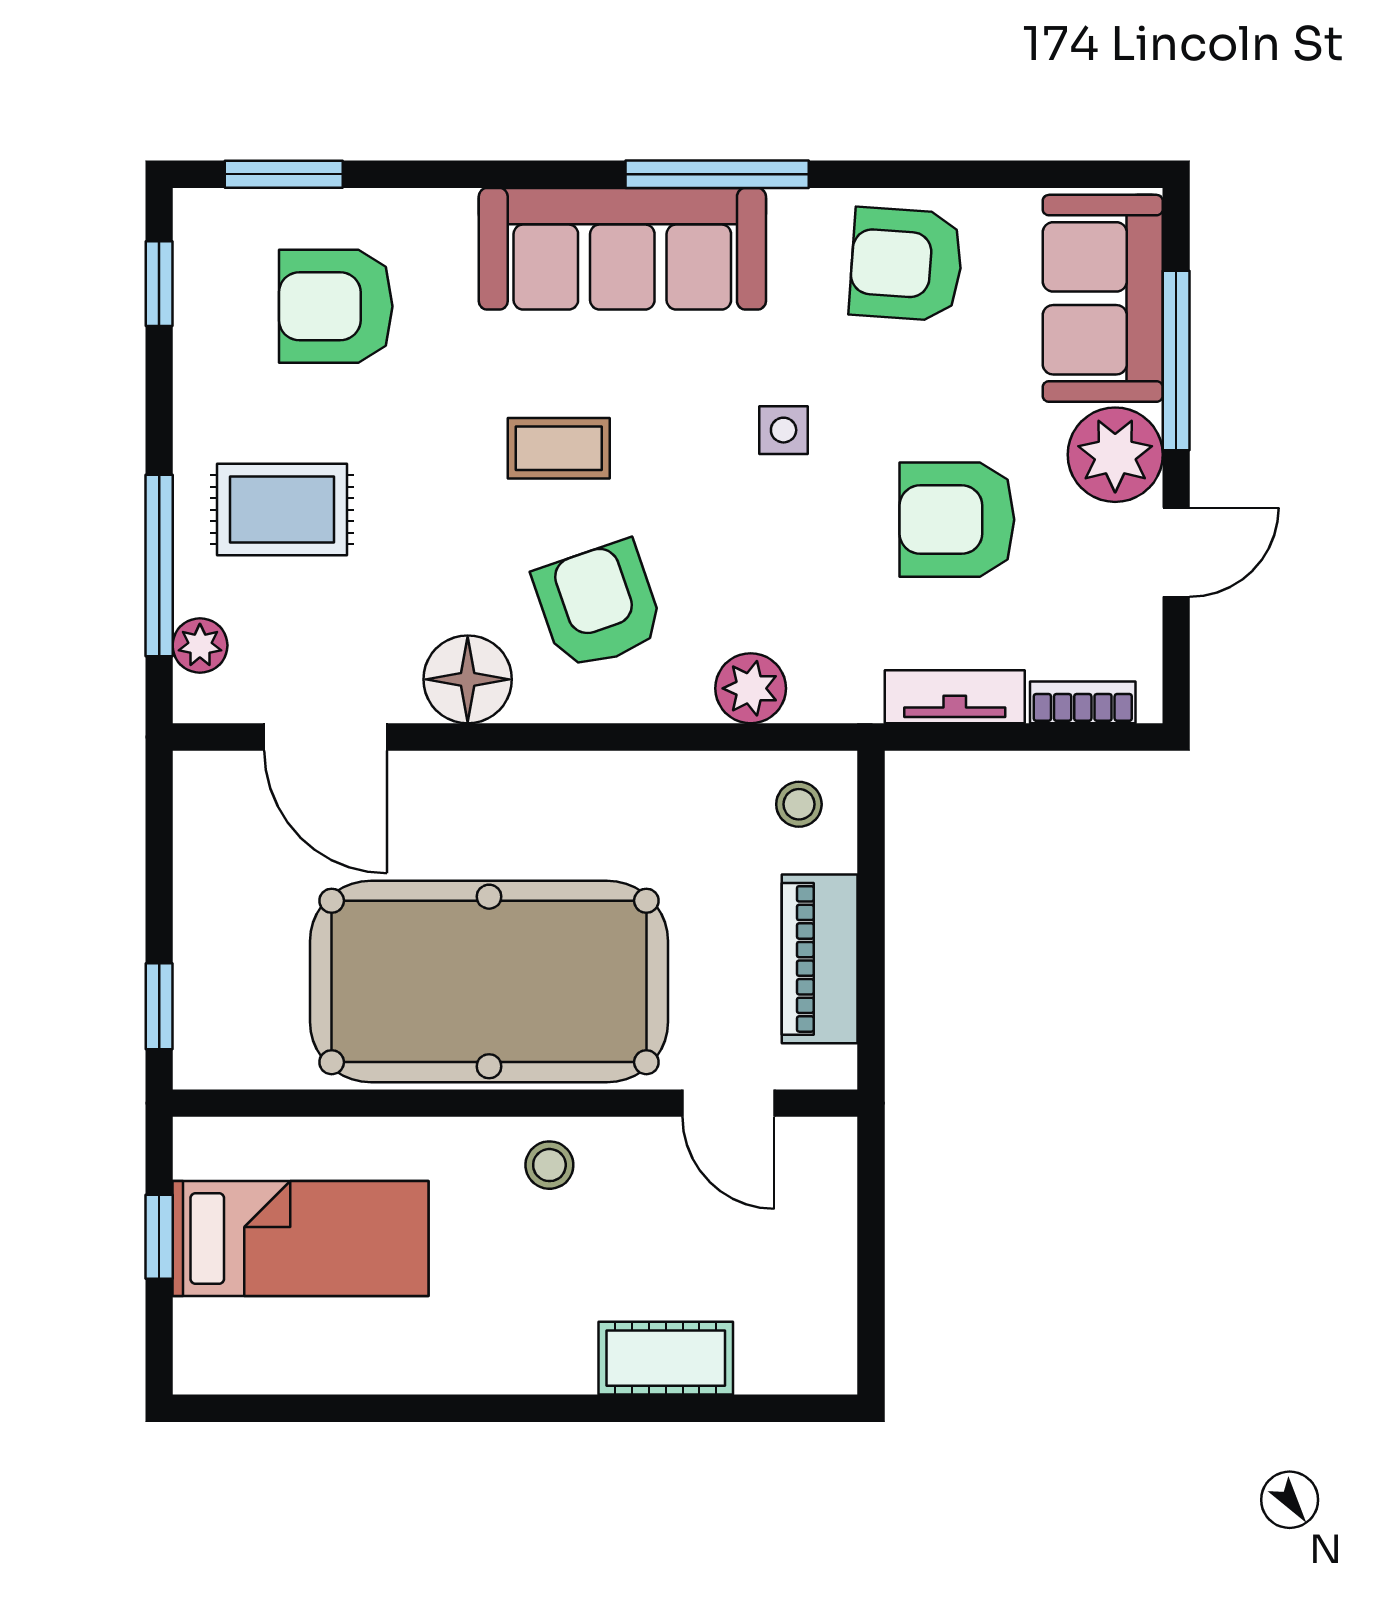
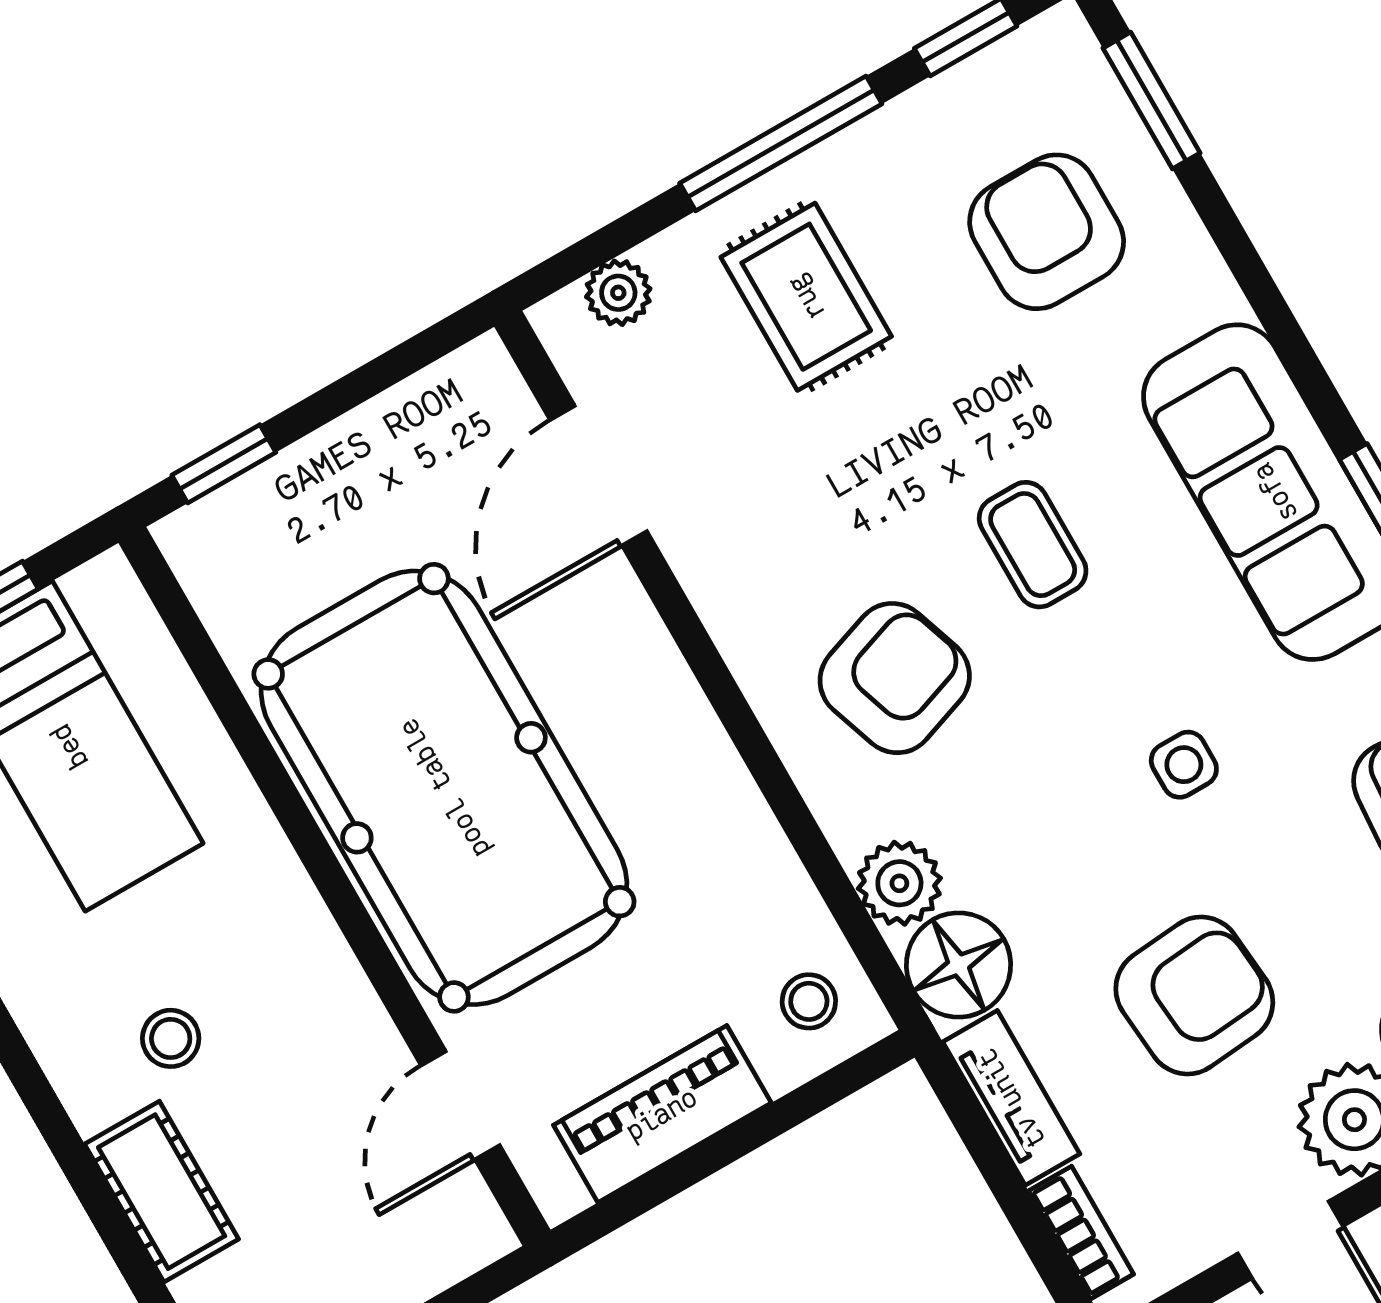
armchair: (957, 520) -> (1194, 995), turned 85
window: (159, 566) -> (781, 143), moved
floor lamp: (468, 679) -> (959, 965), moved
stool: (549, 1165) -> (171, 1038), moved

